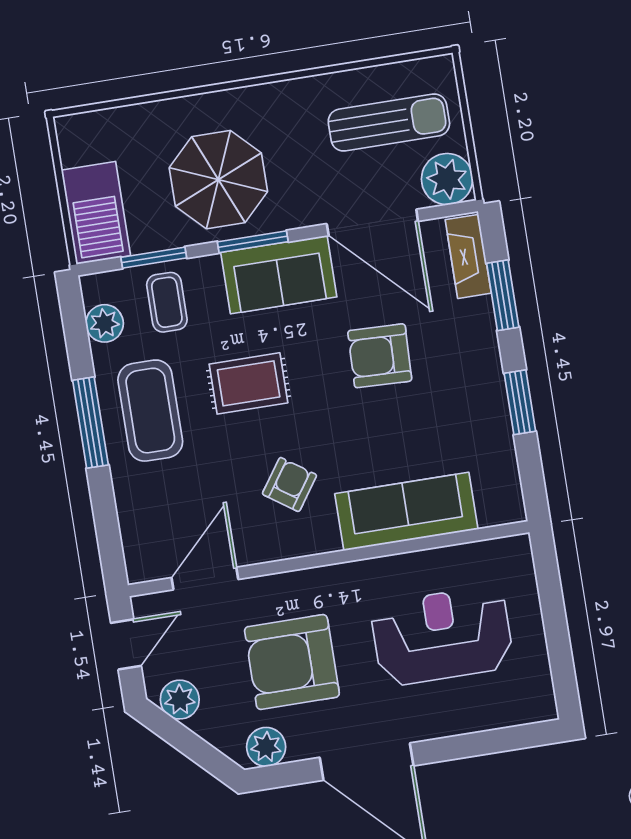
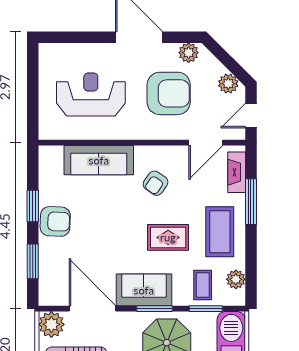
fireplace: (468, 256) -> (237, 172), moved, turned 180
armchair: (380, 356) -> (55, 221), moved
window: (90, 423) -> (251, 202), moved
reception desk: (442, 636) -> (91, 95), turned 180

